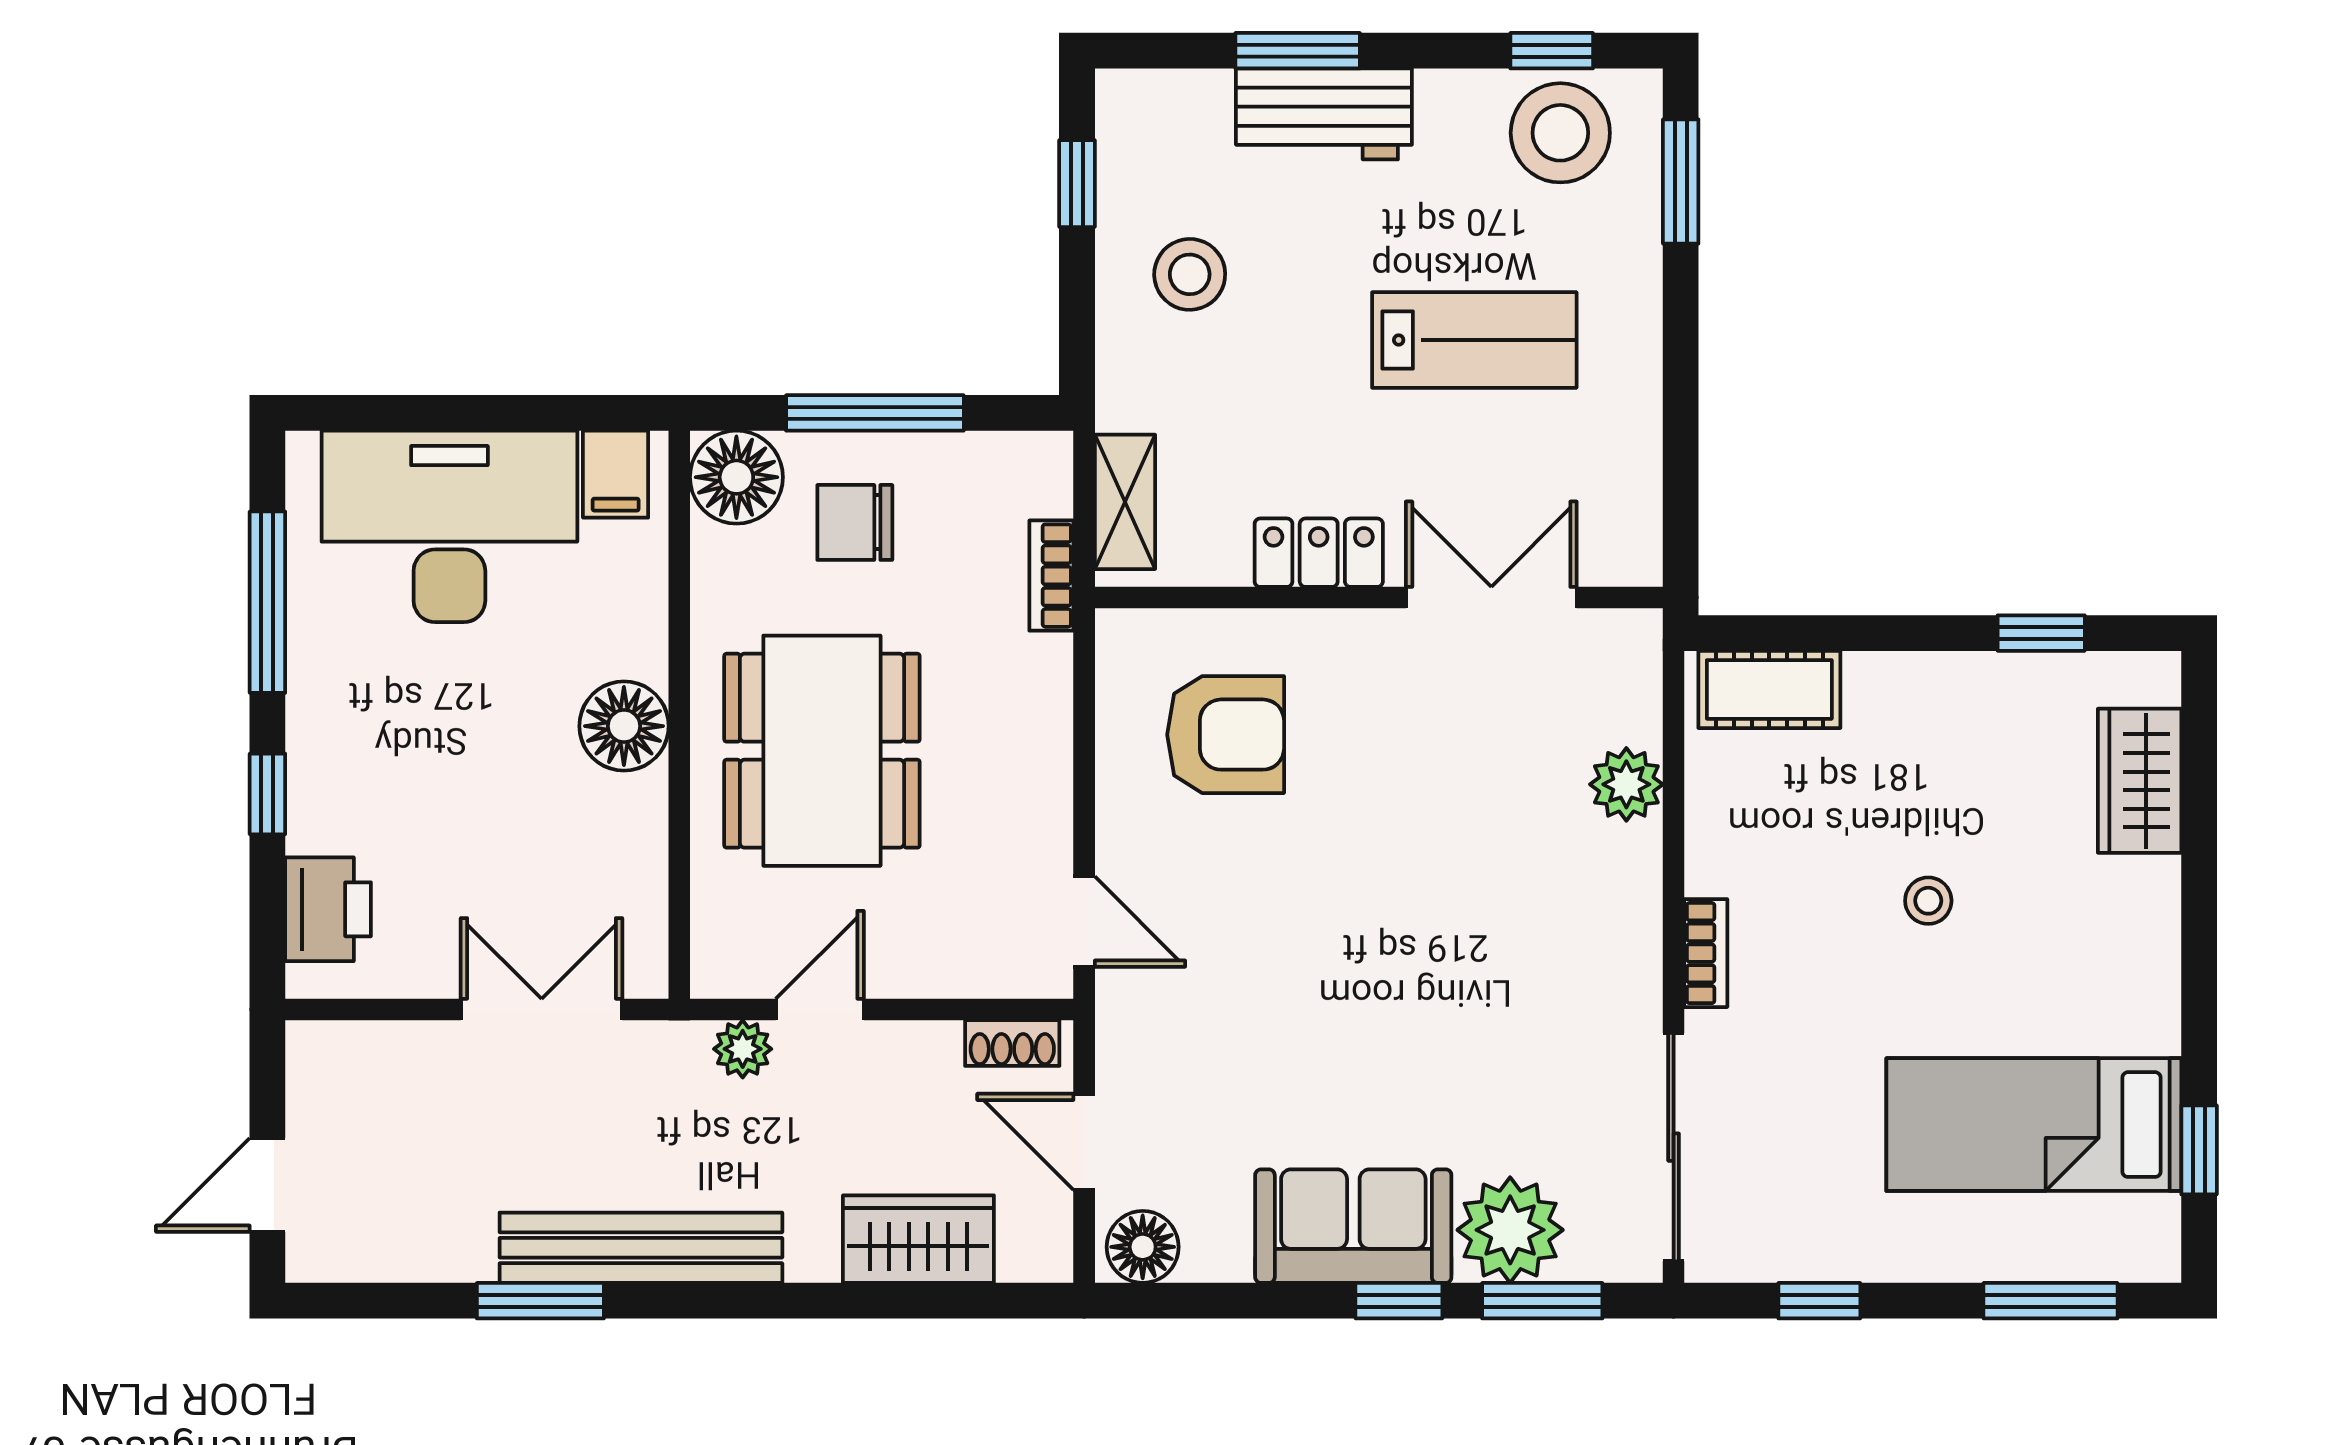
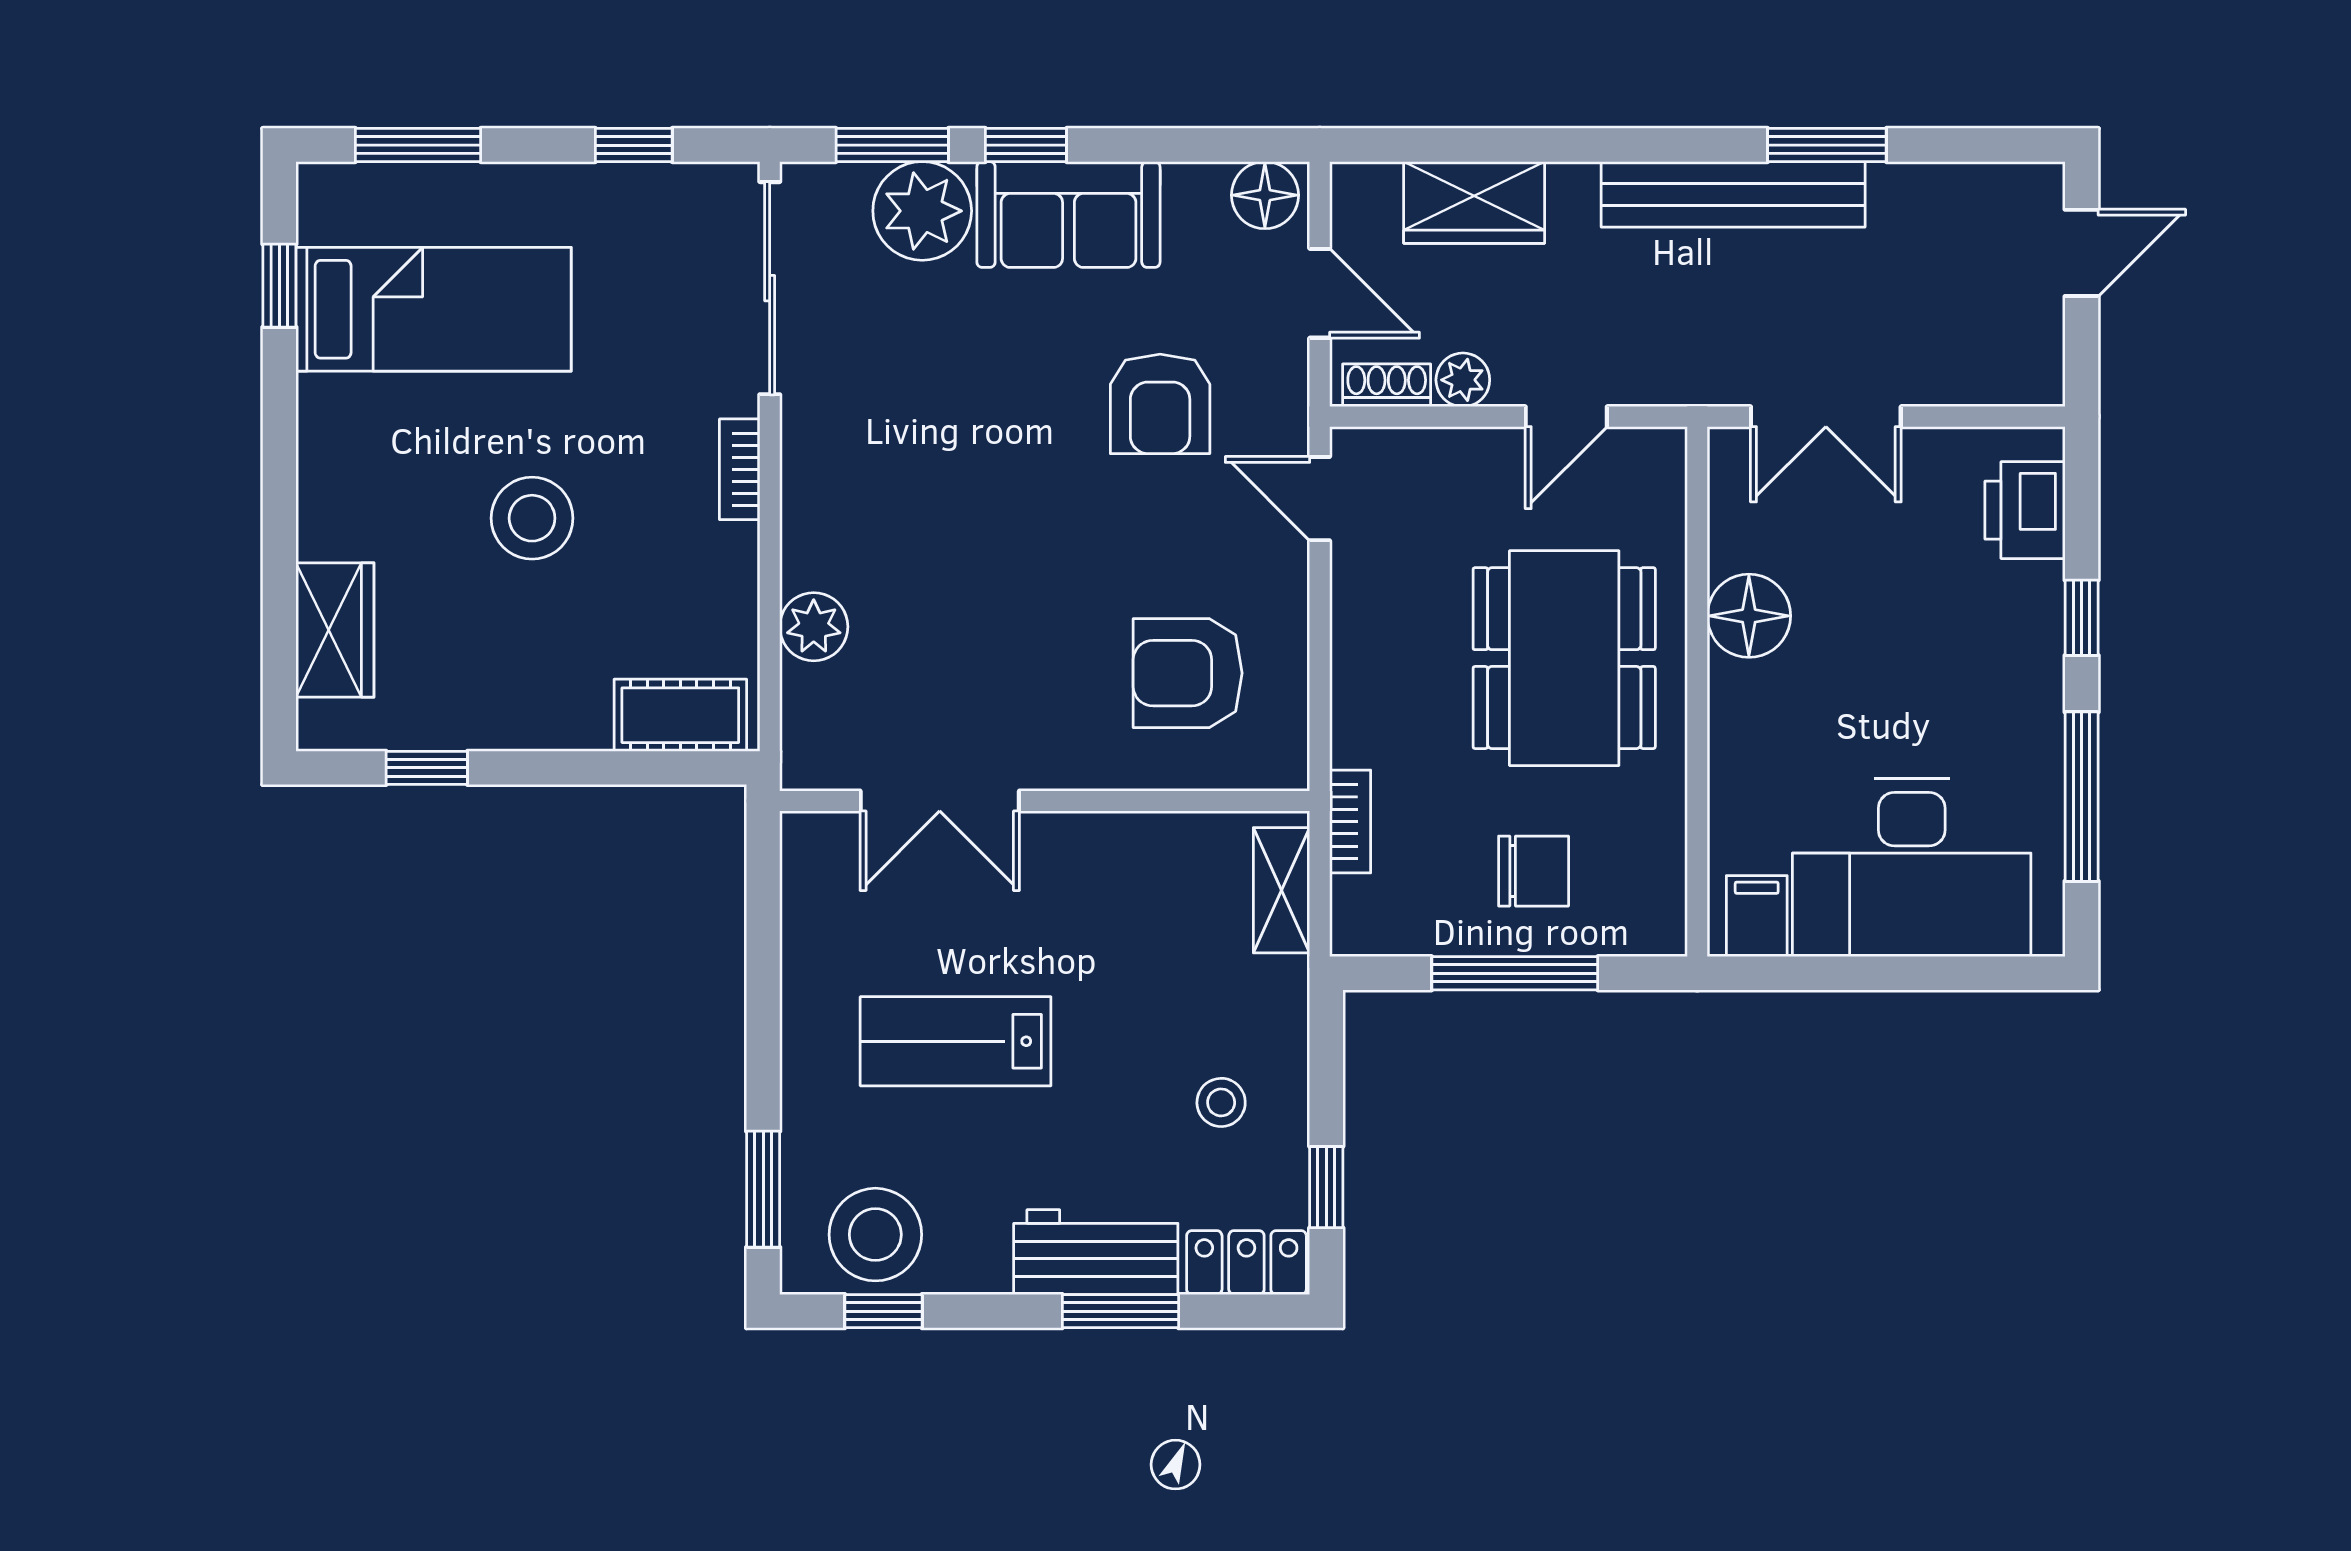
stool: (1190, 274) -> (1221, 1102), width x0.73, depth x0.73
floor lamp: (736, 477) -> (1644, 913), removed
locker: (1319, 553) -> (1246, 1263), moved, turned 180
floor lamp: (624, 726) -> (1749, 616), moved
stool: (1928, 901) -> (532, 518), width x1.89, depth x1.89
armchair: (1255, 1023) -> (1160, 404), added
plant: (743, 1049) -> (1463, 380), moved

